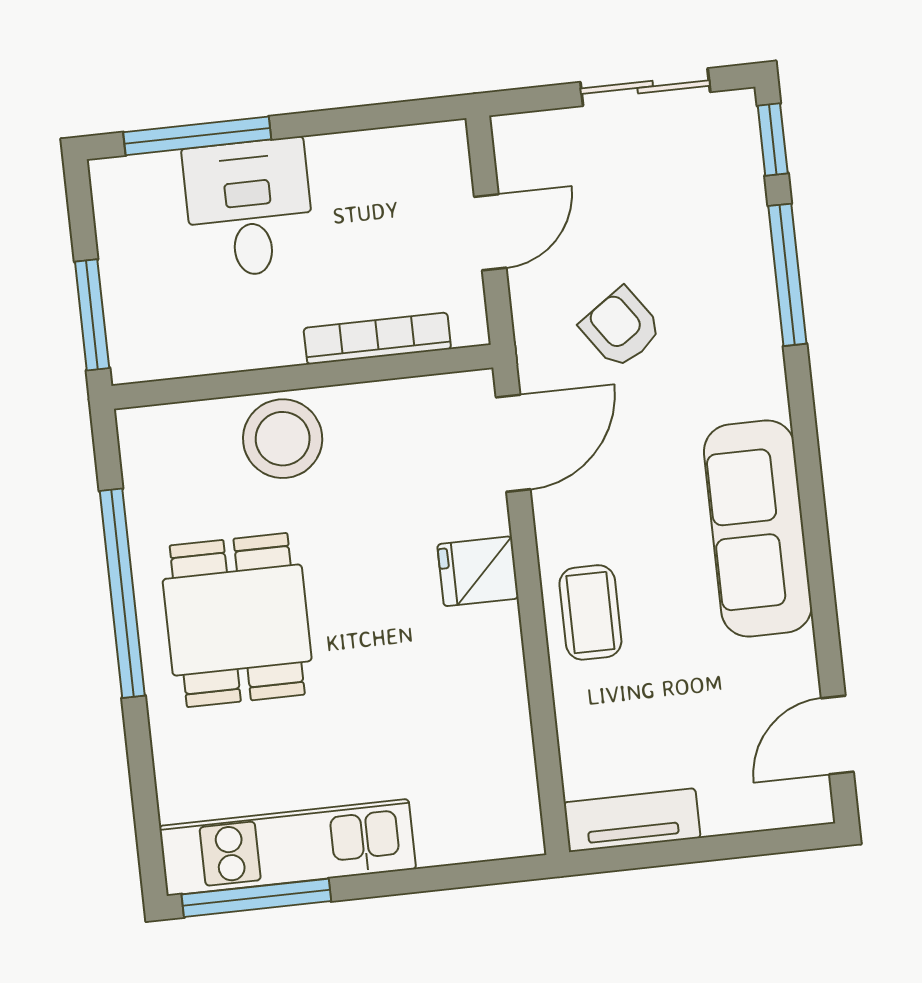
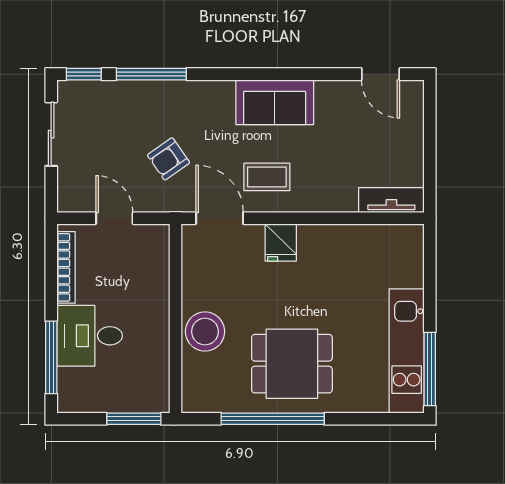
bookcase: (377, 338) -> (66, 267), moved, turned 180
sofa: (758, 528) -> (275, 102), width x0.73
coffee table: (590, 612) -> (267, 177), moved
tv unit: (632, 820) -> (391, 200), moved, turned 90

